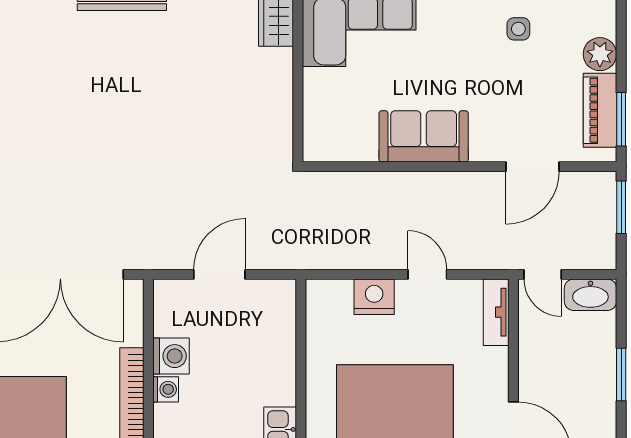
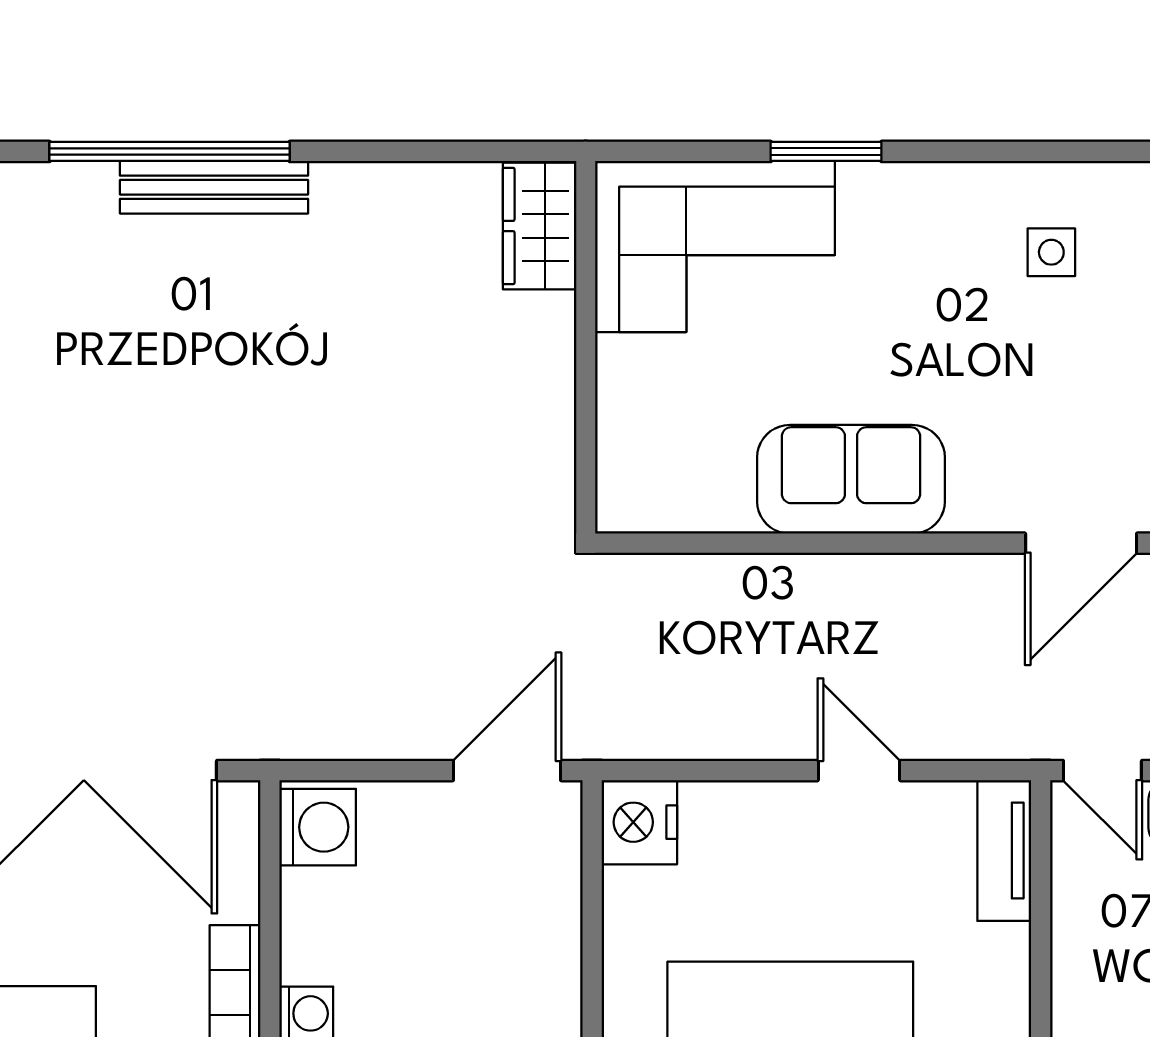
door: (219, 274) -> (507, 771), moved
nightstand: (374, 297) -> (639, 822), moved, turned -90
washing machine: (171, 356) -> (318, 827), moved

